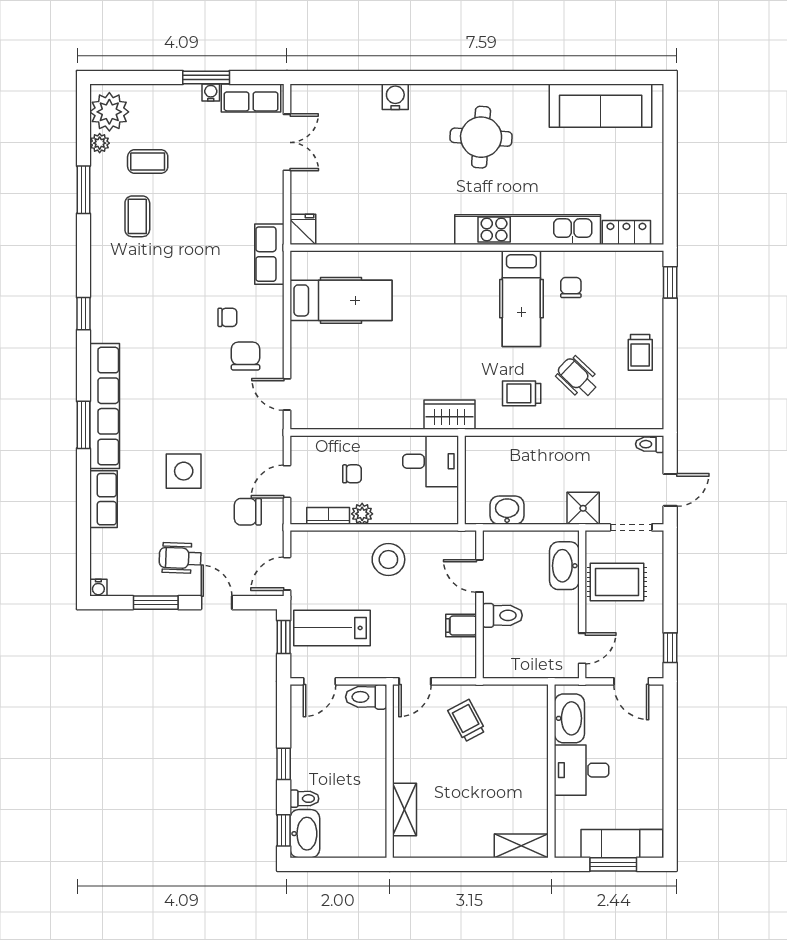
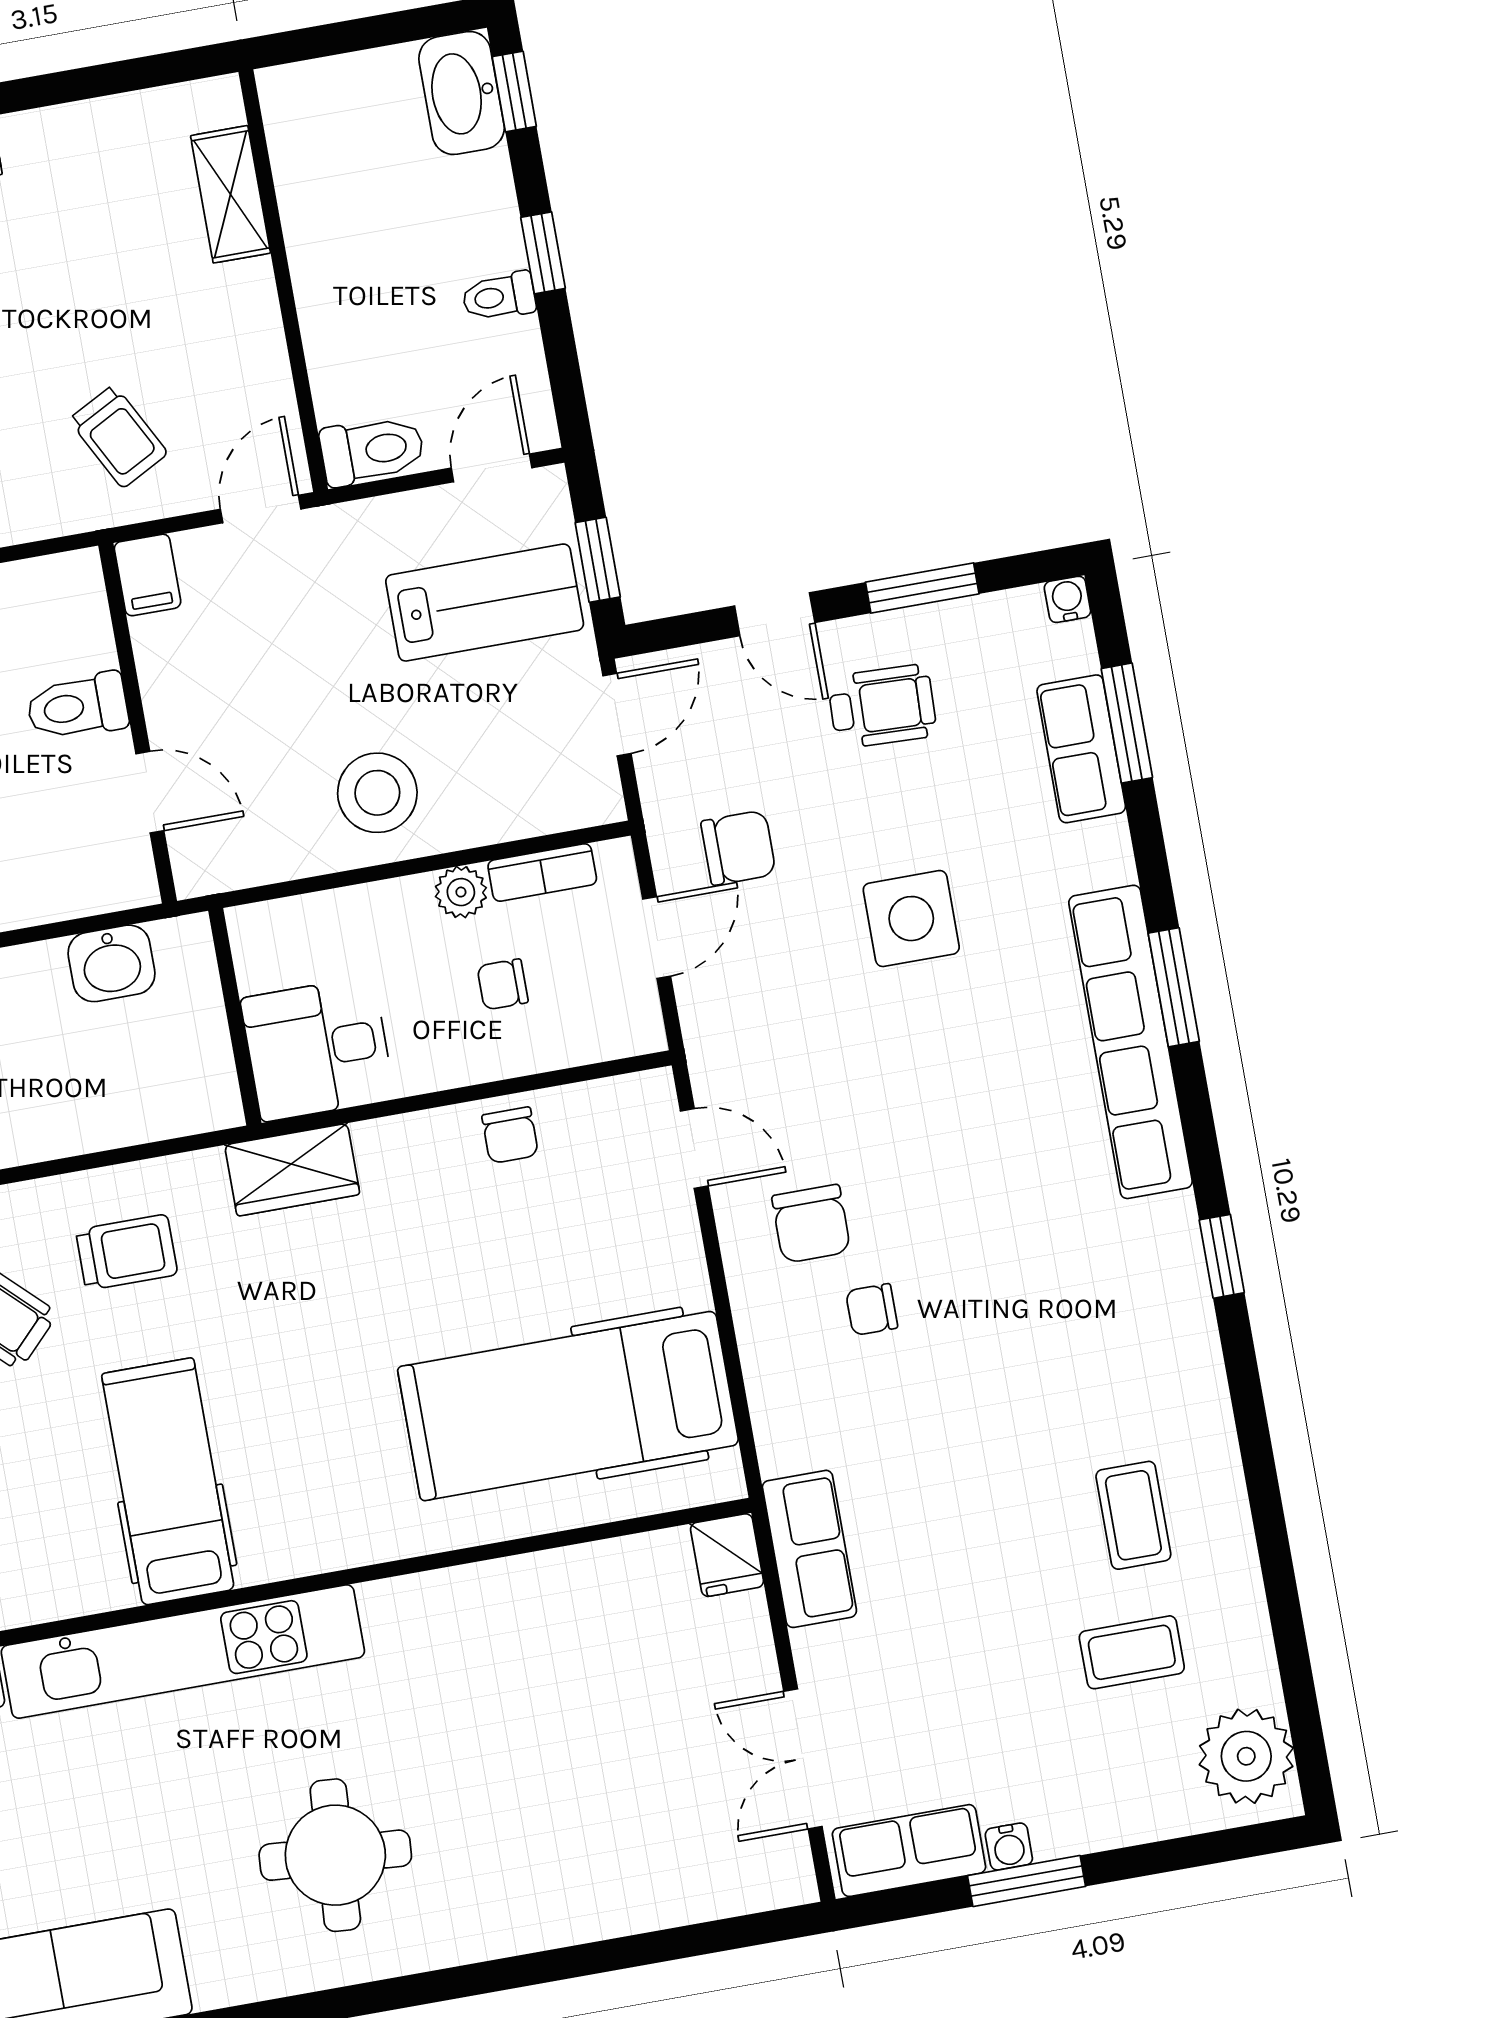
water cooler: (395, 97) -> (560, 1916), removed
plant: (100, 143) -> (1256, 1676), removed
window: (83, 190) -> (1127, 723), moved
row of seats: (269, 254) -> (809, 1549), moved
chair: (571, 287) -> (510, 1135), moved
hospital bed: (341, 300) -> (568, 1406), width x1.37, depth x1.29
row of seats: (104, 499) -> (1081, 749), moved
filing cabinet: (461, 626) -> (148, 575), moved, turned 90
toilet: (304, 799) -> (499, 297), moved

